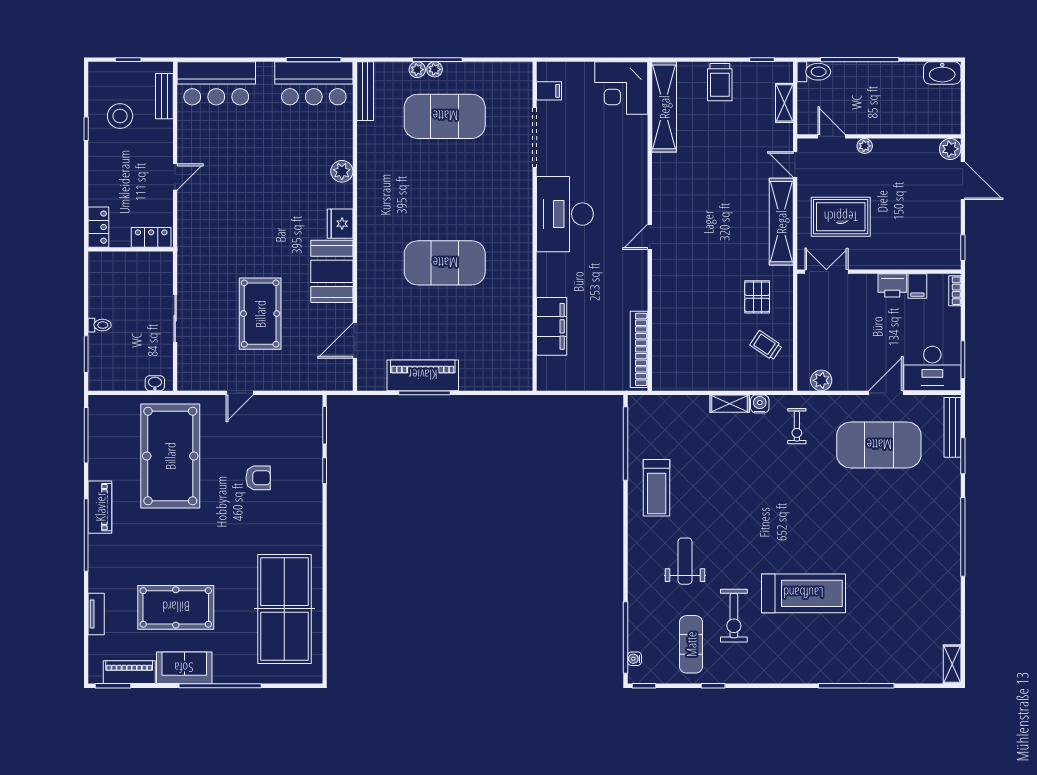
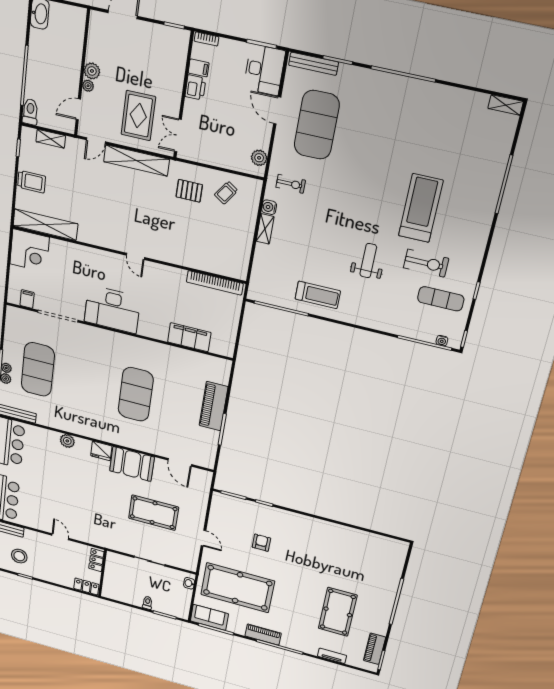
plant: (950, 149) -> (92, 71), moved
piano: (423, 375) -> (214, 406), moved
weight bench: (685, 561) -> (368, 261), moved, turned 90
table tennis table: (284, 609) -> (353, 551), removed
sofa: (184, 668) -> (209, 617), moved, turned 90

